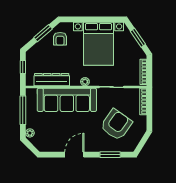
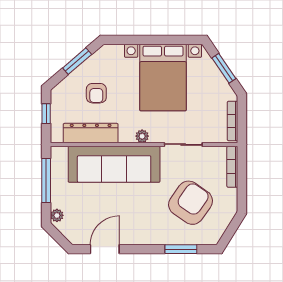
armchair: (60, 39) -> (96, 93), moved
door: (74, 155) -> (105, 249), moved

